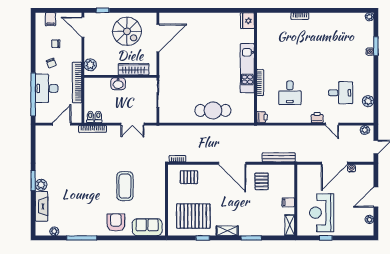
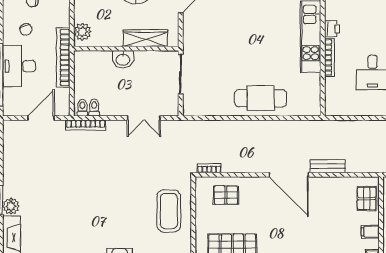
printer: (262, 117) -> (332, 29), moved
bench: (279, 157) -> (328, 166), moved, width x0.73
pallet: (262, 181) -> (367, 199), moved
coffee table: (125, 186) -> (169, 211), moved

